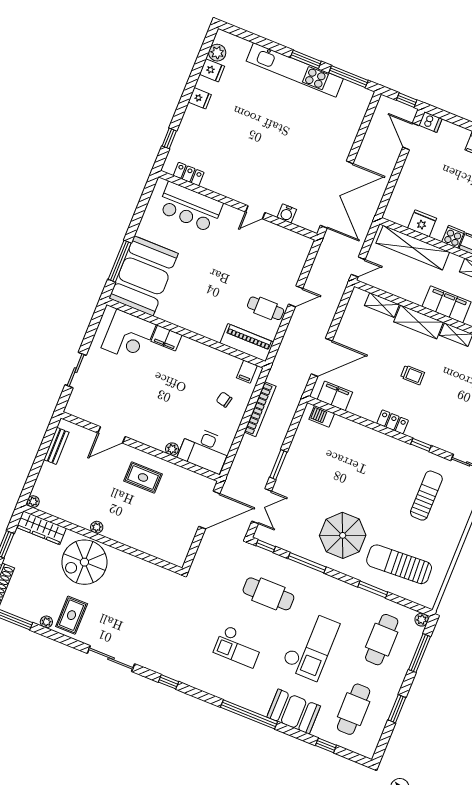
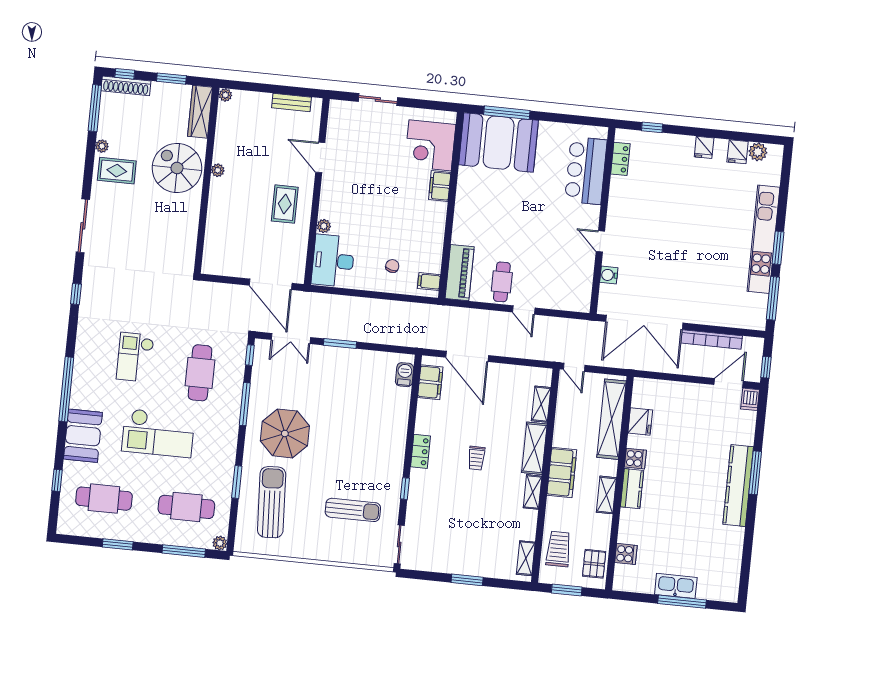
bookcase: (260, 409) -> (712, 339), moved

